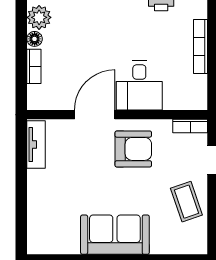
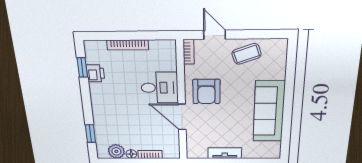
tv unit: (36, 144) -> (225, 153), moved
armchair: (133, 149) -> (206, 92), turned 180
sofa: (115, 235) -> (269, 111), width x1.36

